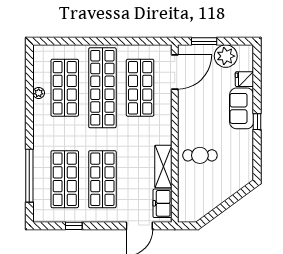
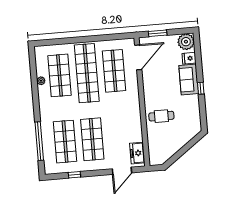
plant: (226, 56) -> (186, 42), moved
shelving: (163, 166) -> (136, 126), removed

